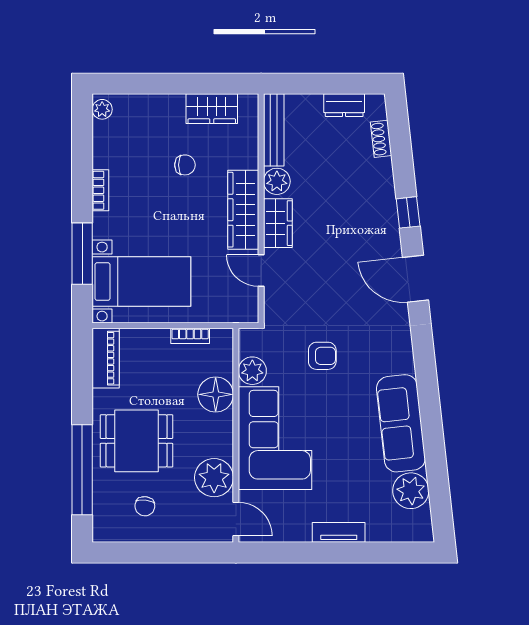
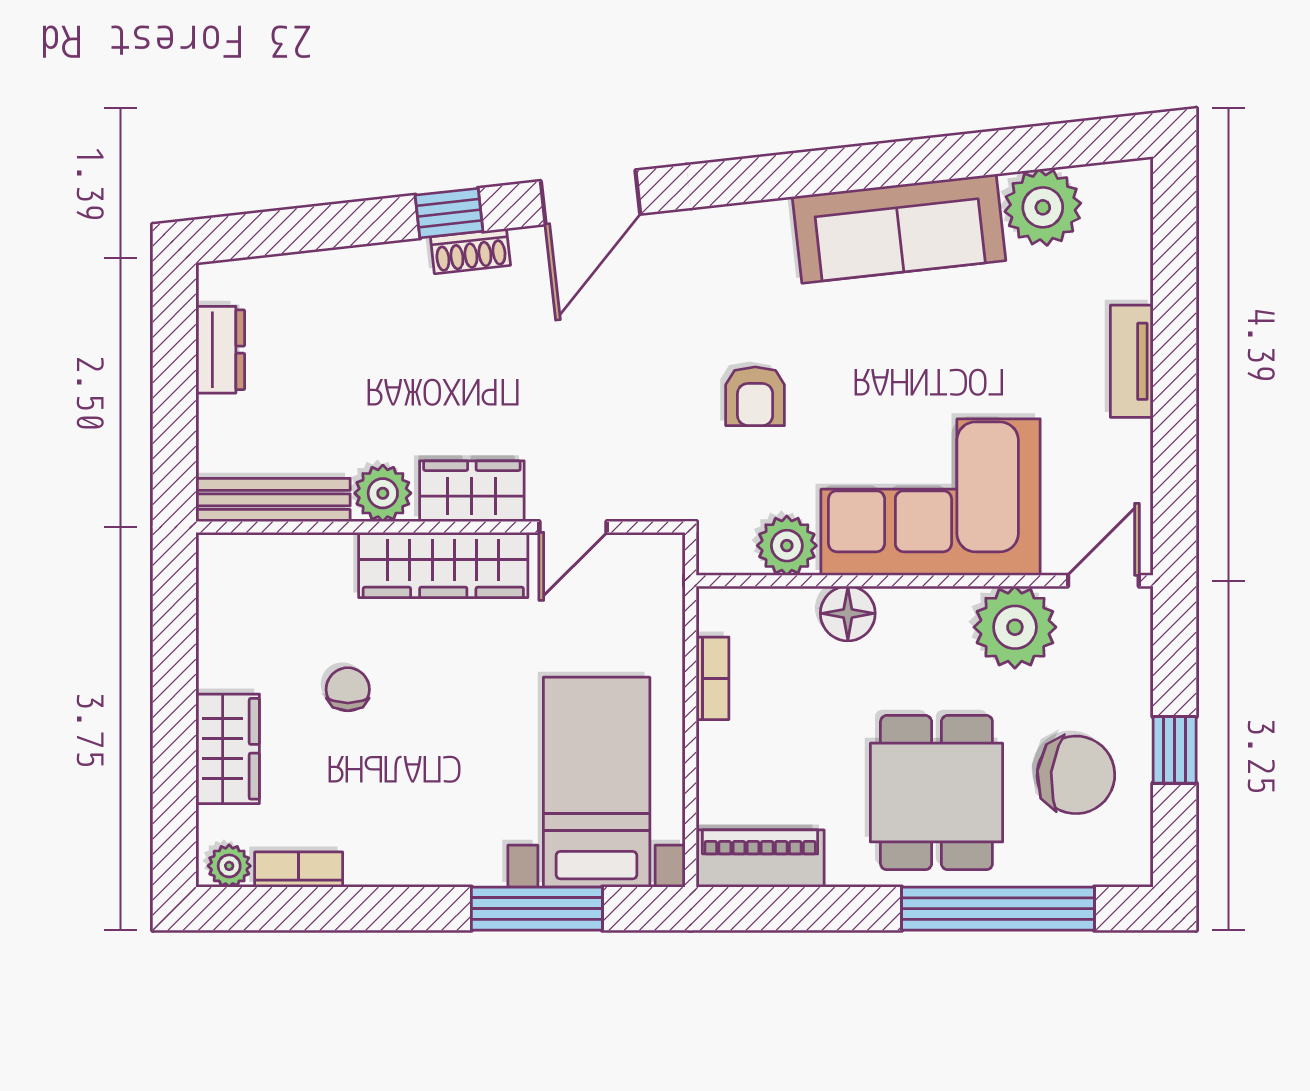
wardrobe: (212, 109) -> (228, 749), moved
shoe rack: (381, 139) -> (470, 251), moved
bookcase: (100, 190) -> (299, 870), moved
armchair: (322, 356) -> (755, 396), turned 180
floor lamp: (216, 394) -> (848, 613), width x0.73, depth x0.73
chair: (145, 506) -> (1076, 775), width x1.87, depth x1.87
window: (157, 552) -> (1175, 750), added

